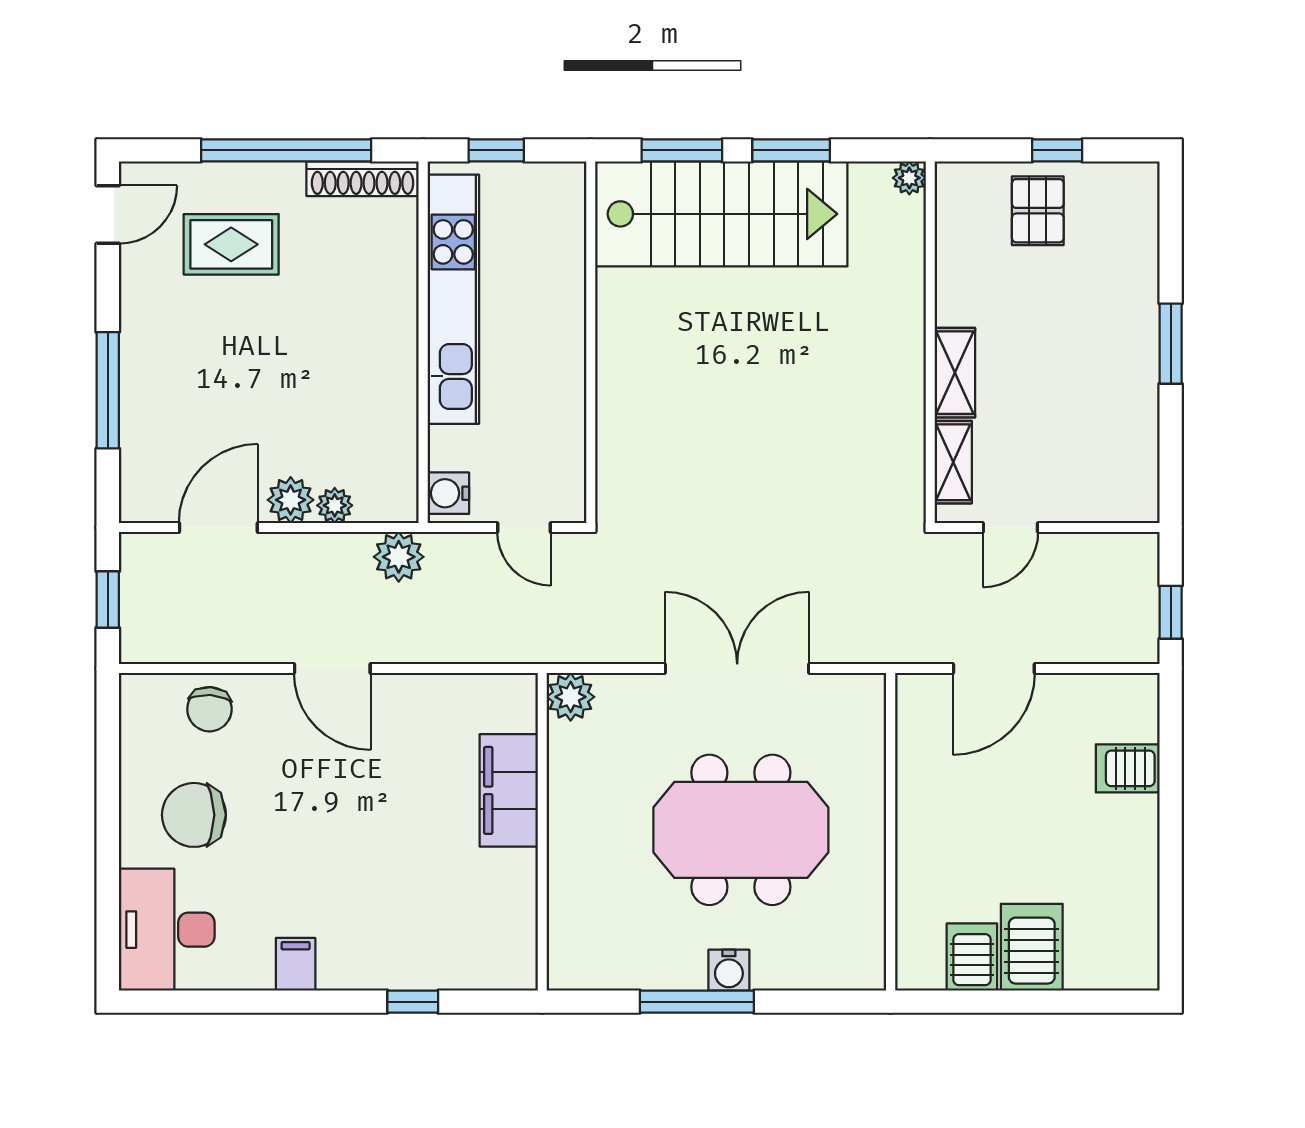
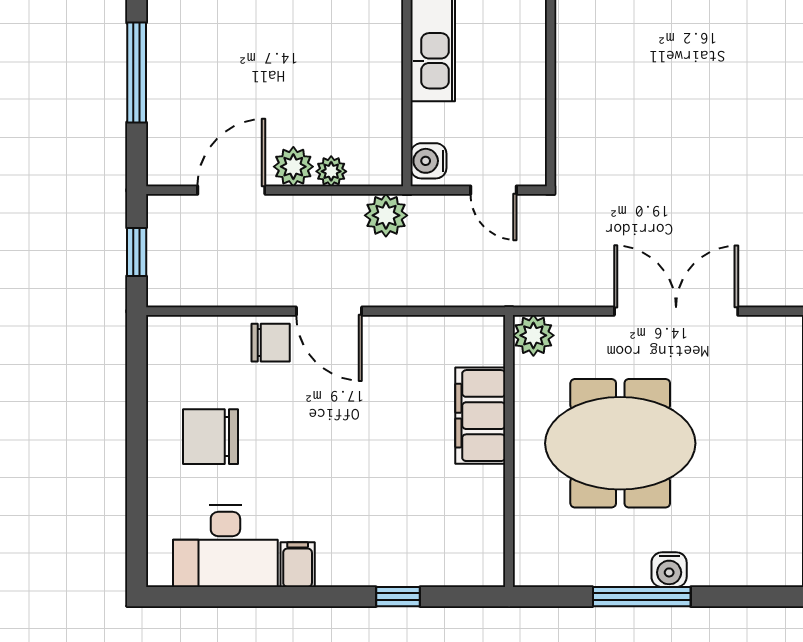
chair: (209, 709) -> (271, 343), moved, turned -94
meeting table: (741, 830) -> (620, 443), moved
desk: (167, 930) -> (225, 546), moved, turned -90

